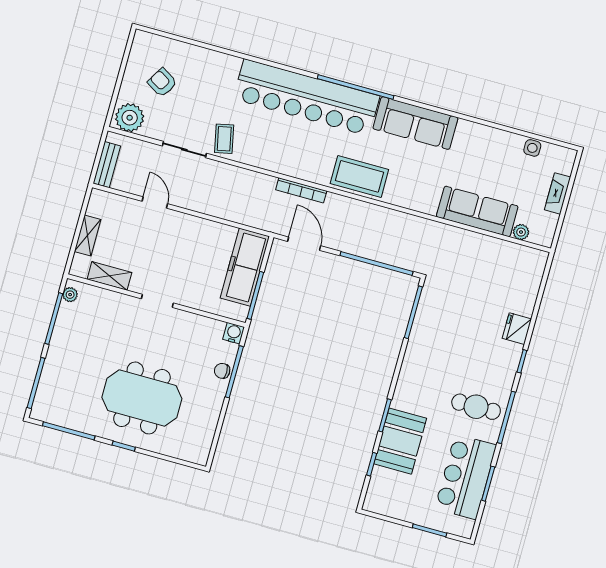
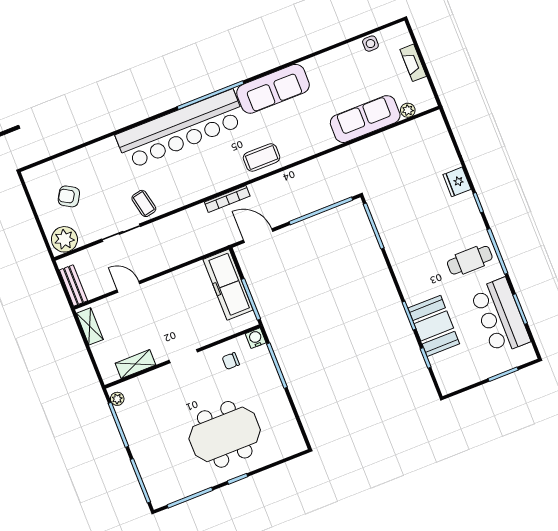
coffee table: (359, 176) -> (262, 157), width x0.73, depth x0.76
shelving: (88, 235) -> (90, 326), moved
chair: (222, 371) -> (231, 361), moved

